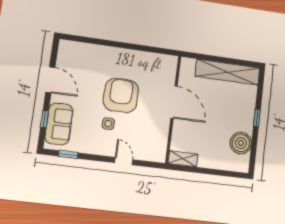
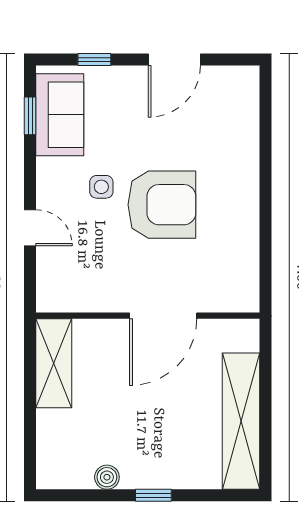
sofa: (59, 124) -> (60, 115), moved, turned -90
boiler: (241, 143) -> (107, 477), width x0.54, depth x0.54
shelving: (183, 159) -> (54, 363), width x1.50, depth x1.33
door: (124, 161) -> (30, 228), hinge flipped

